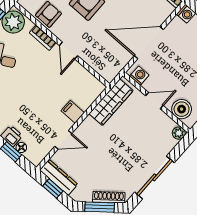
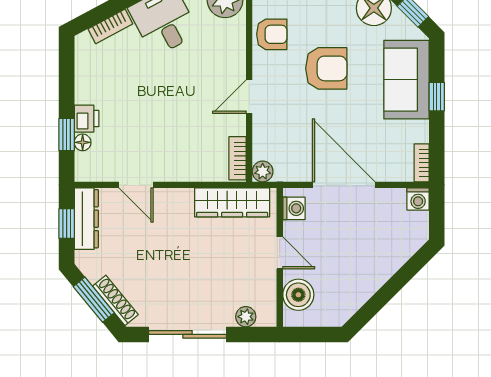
bookcase: (43, 38) -> (238, 158), moved
plant: (109, 75) -> (263, 171), added
filing cabinet: (73, 112) -> (180, 167), removed
plant: (179, 133) -> (246, 317), moved

